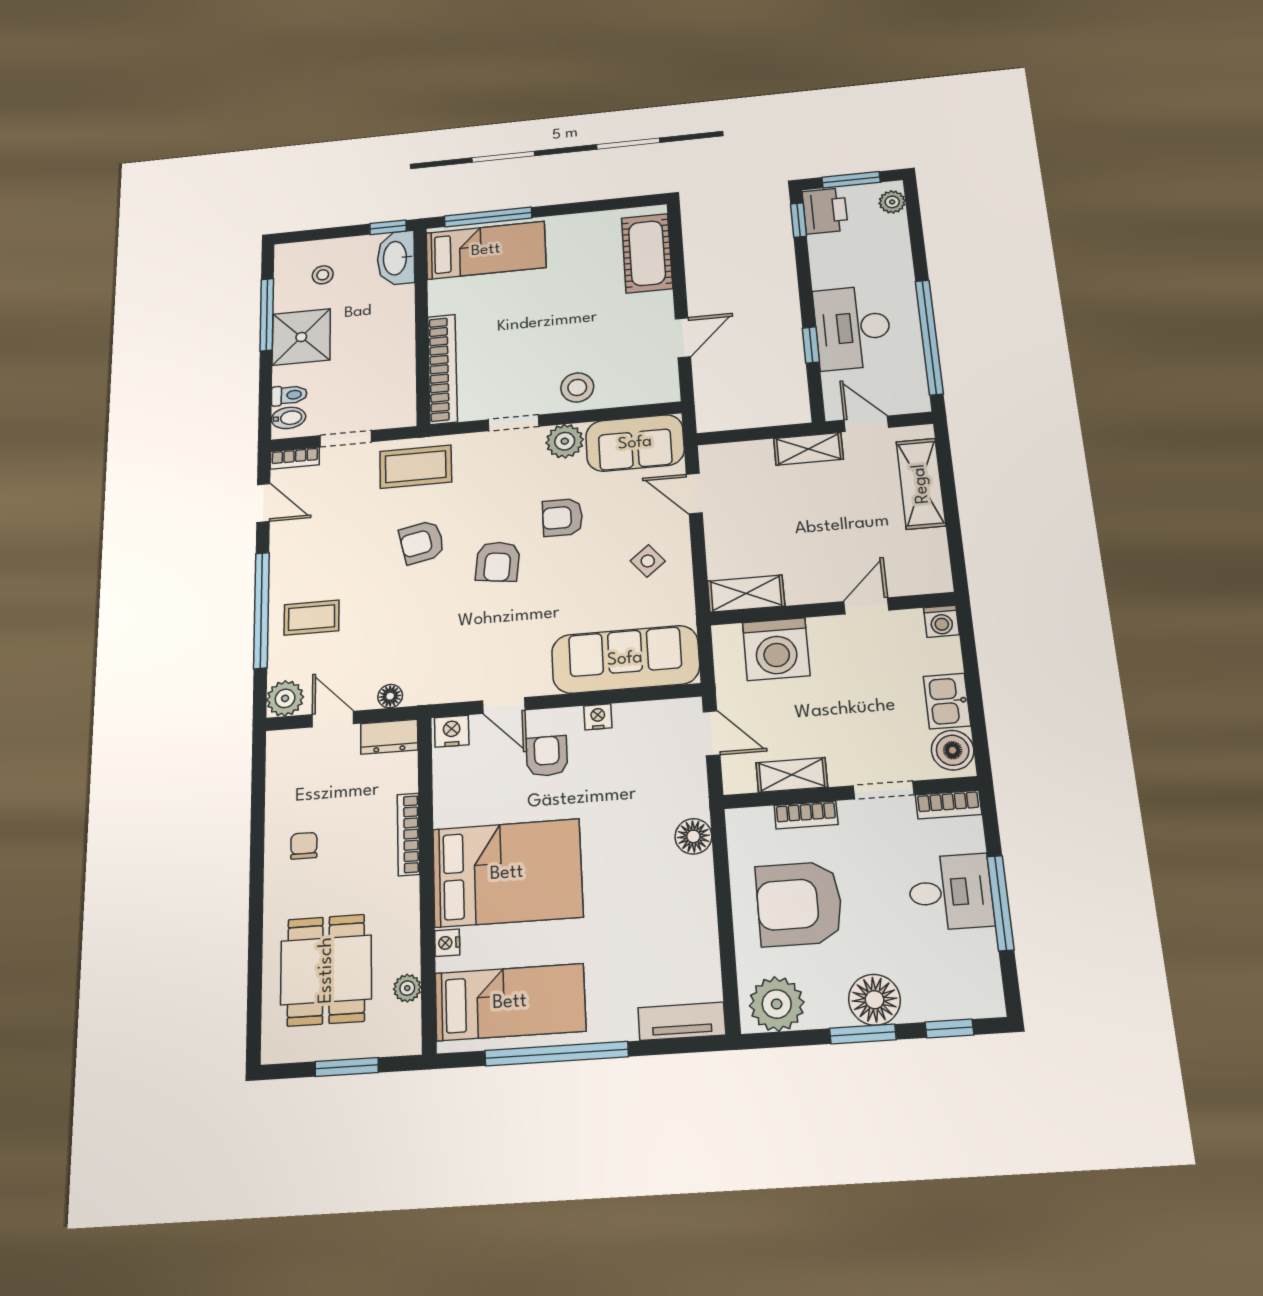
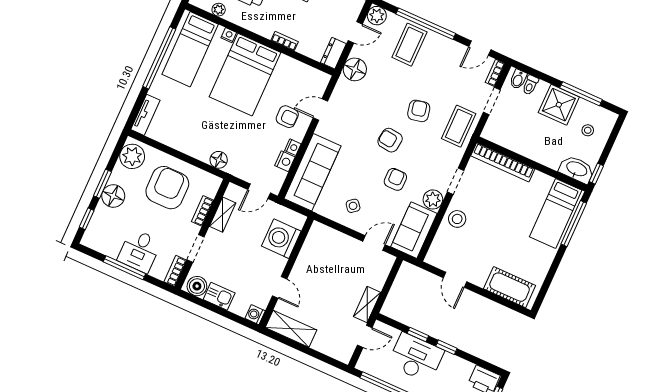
window: (798, 220) -> (446, 347), moved
shelving: (921, 484) -> (291, 329), moved
shelving: (746, 594) -> (314, 240), removed
coffee table: (312, 618) -> (409, 45), width x1.36, depth x1.30
floor lamp: (390, 696) -> (355, 69), width x1.89, depth x1.89
nightstand: (452, 731) -> (285, 161), moved
bookcase: (408, 834) -> (285, 41), width x0.64

